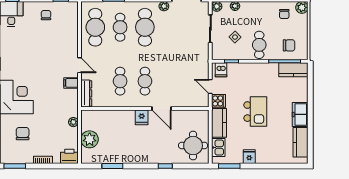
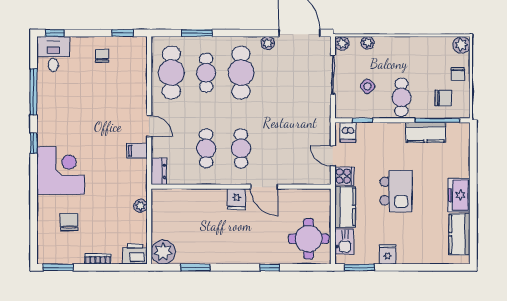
chair: (284, 14) -> (458, 74), moved
kitchen counter: (293, 70) -> (426, 132), moved
dresser: (86, 93) -> (159, 171), width x0.70
plant: (90, 139) -> (163, 252), moved

